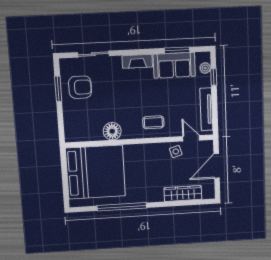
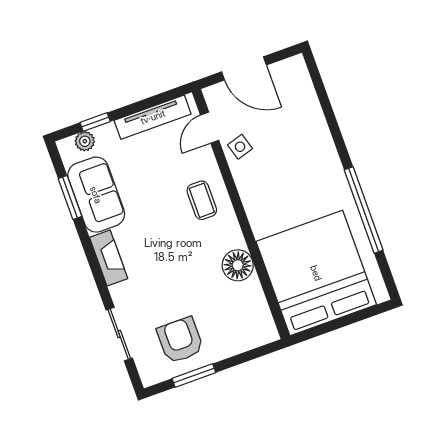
wardrobe: (183, 194) -> (309, 112), removed

